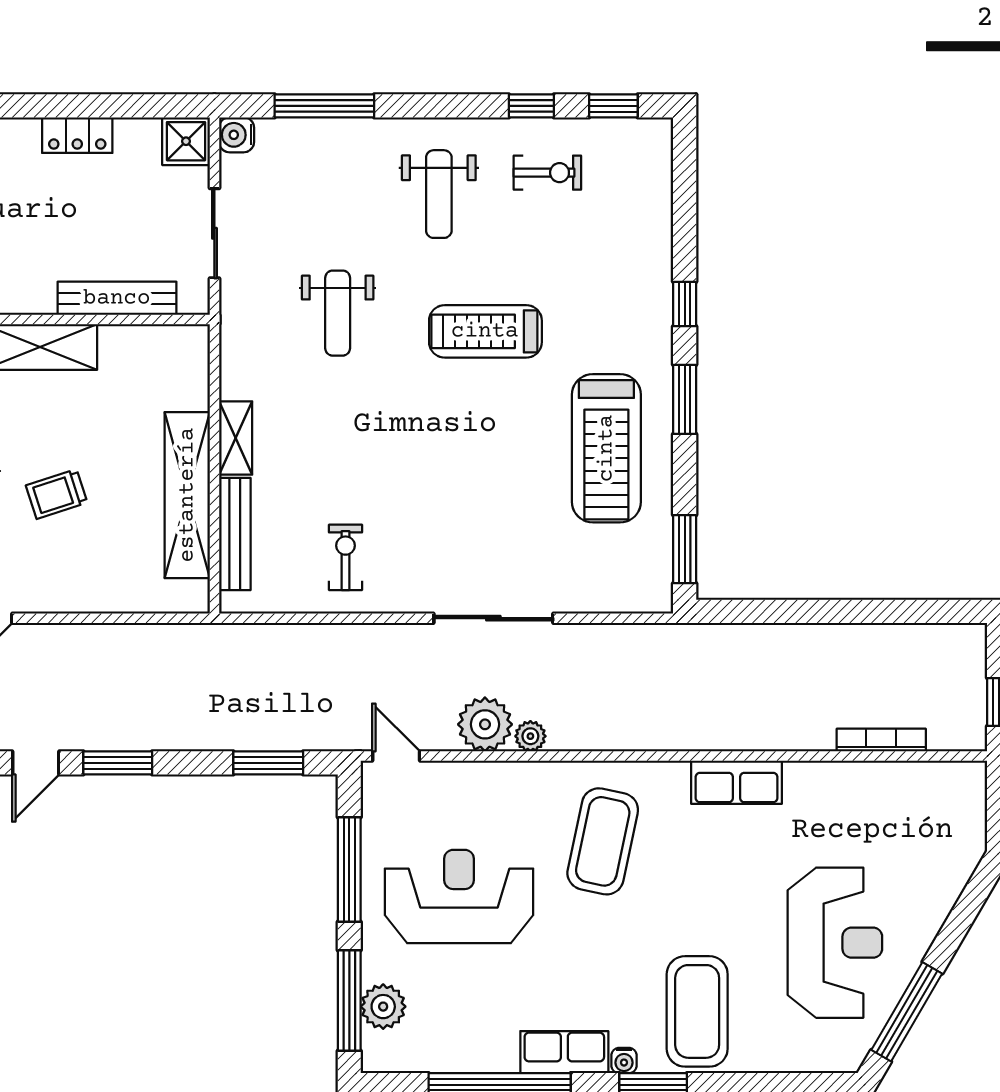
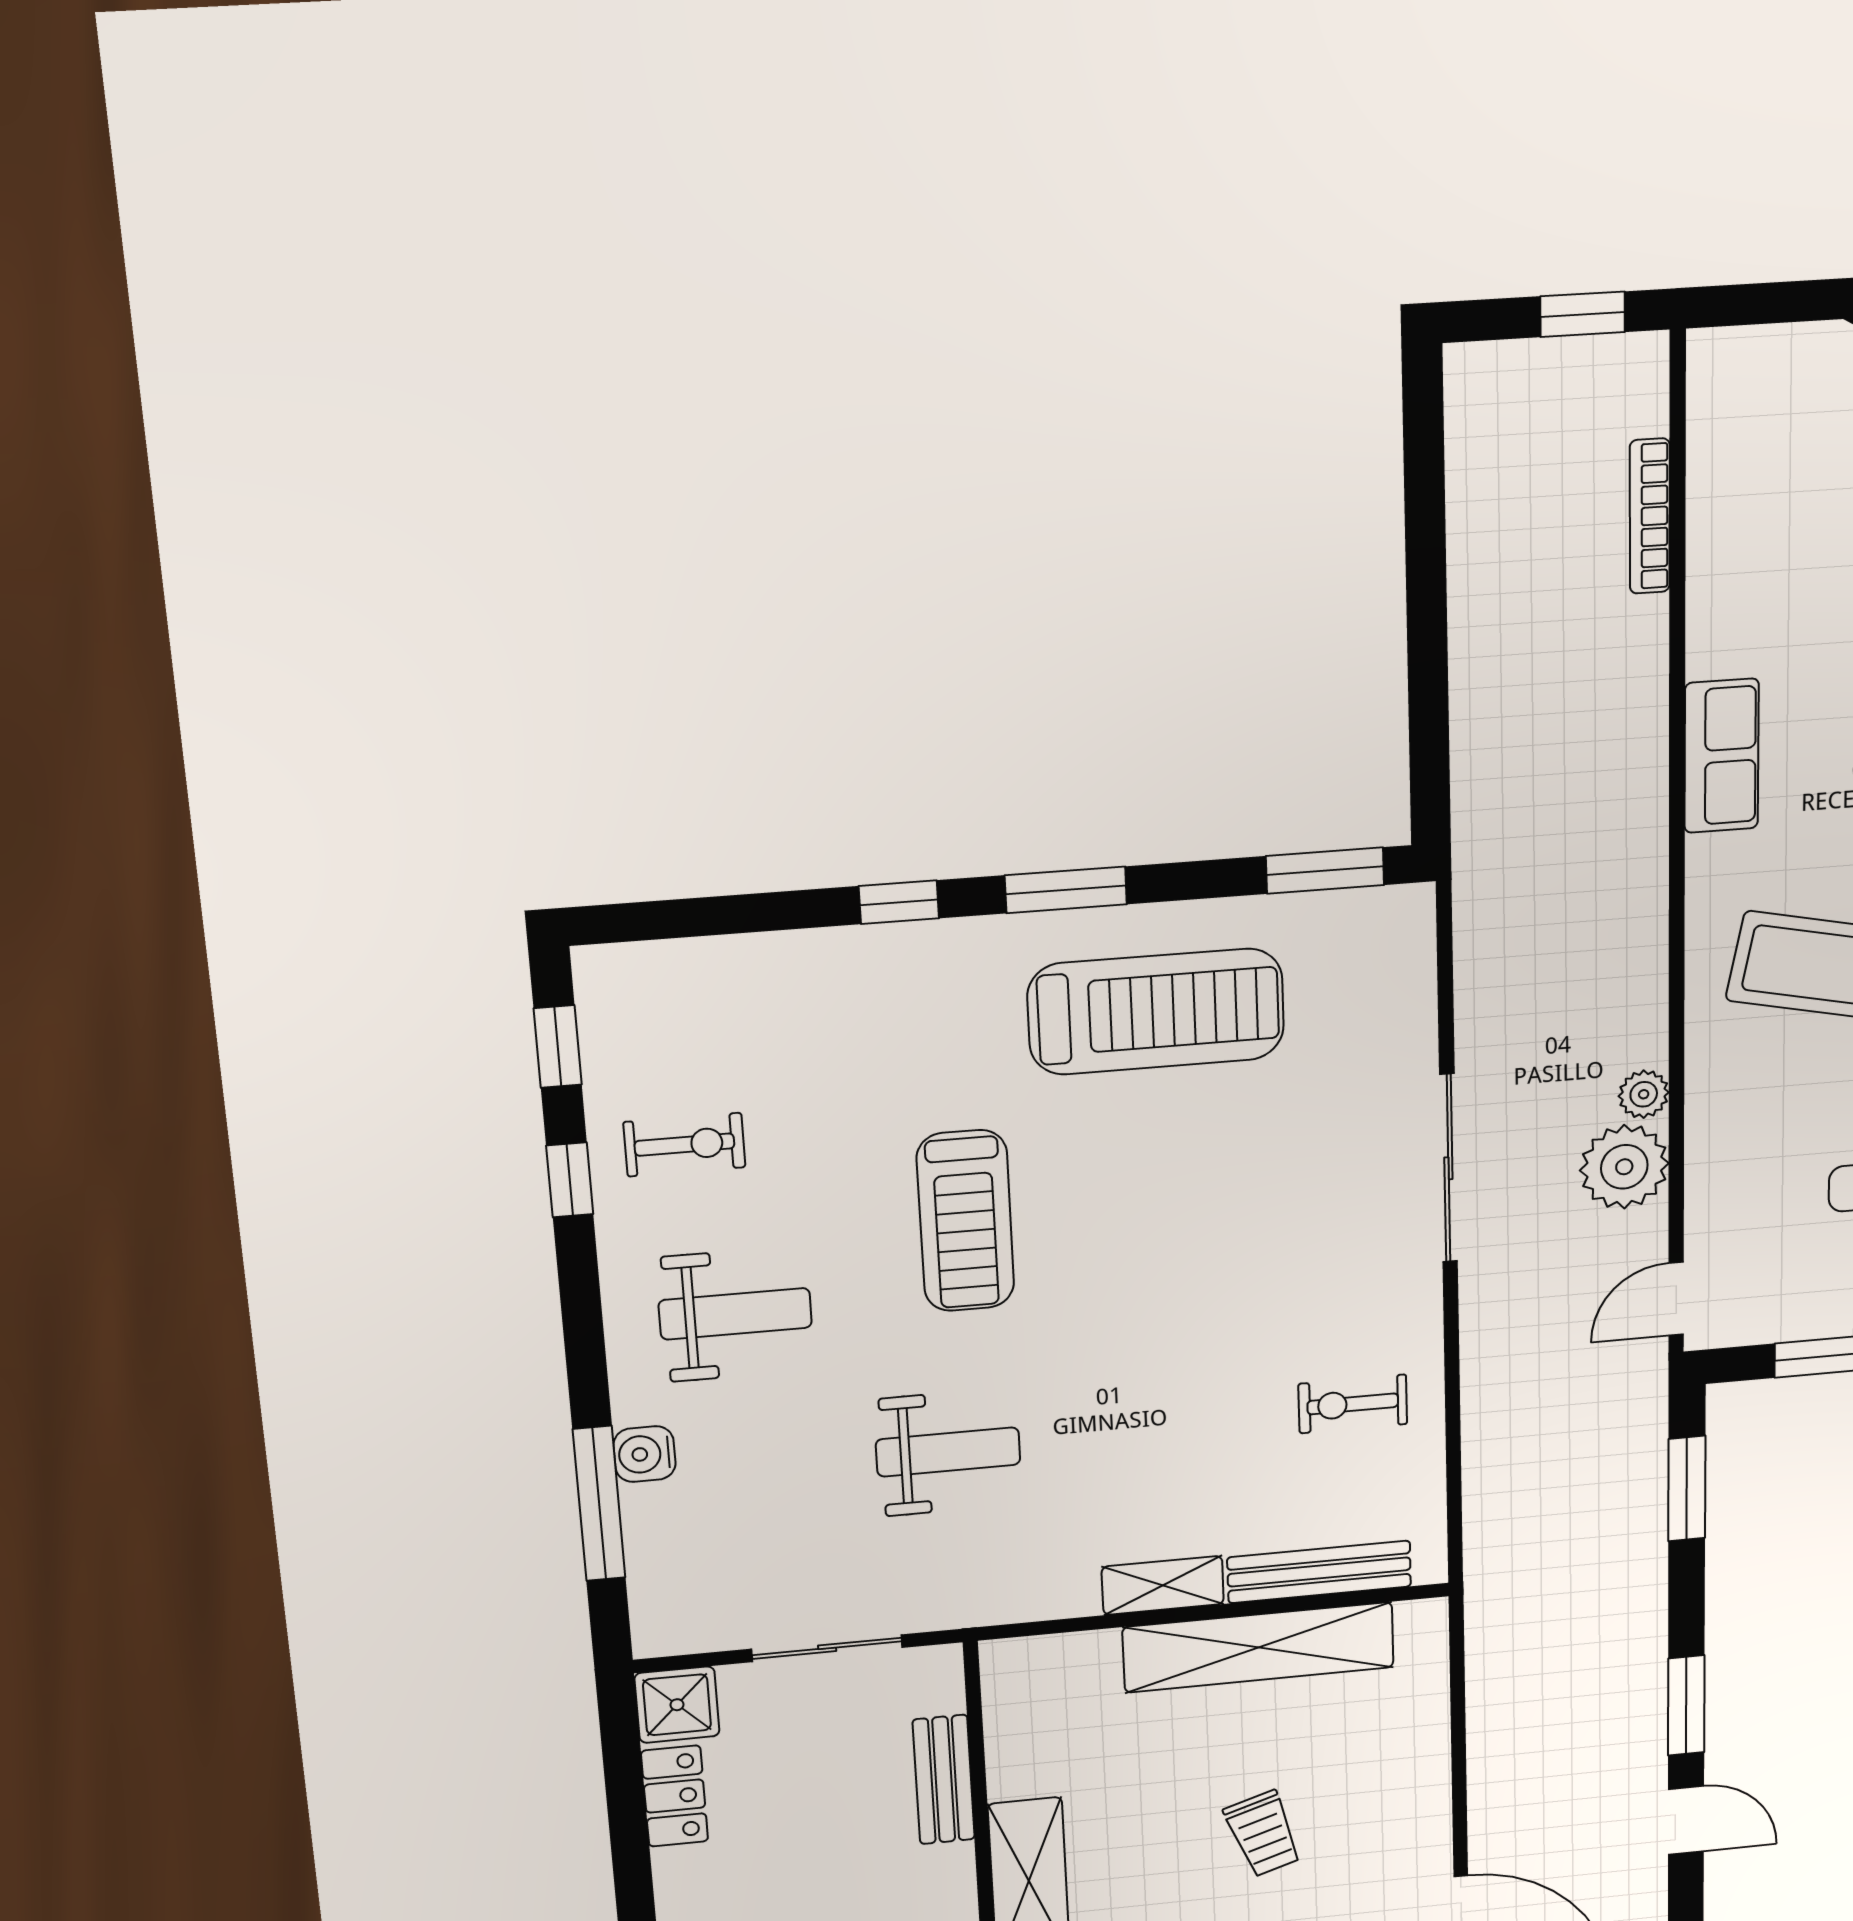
locker: (77, 135) -> (675, 1796), moved
water cooler: (237, 135) -> (645, 1454), moved, turned 90
exercise bike: (547, 173) -> (684, 1145), turned 90
bench: (117, 298) -> (944, 1780), width x0.73

